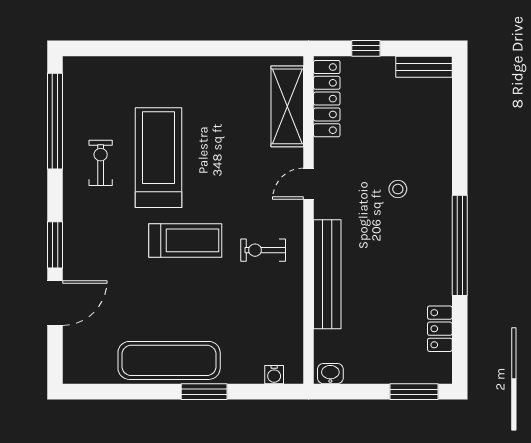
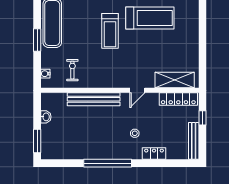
bench: (424, 67) -> (194, 141), width x1.36
door: (309, 184) -> (137, 90), swing flipped
exercise bike: (263, 250) -> (72, 70), moved
locker: (440, 329) -> (154, 153), moved
washbasin: (330, 374) -> (46, 117), moved

